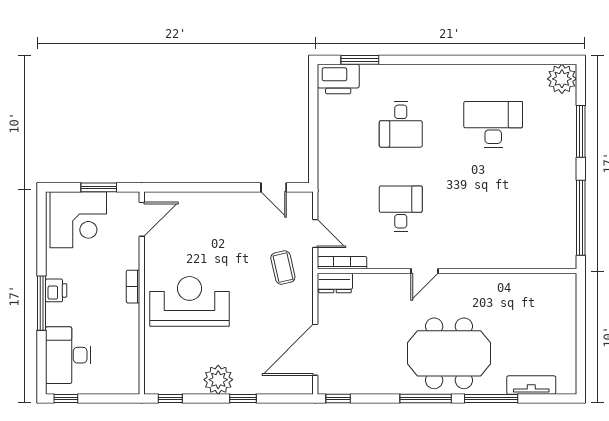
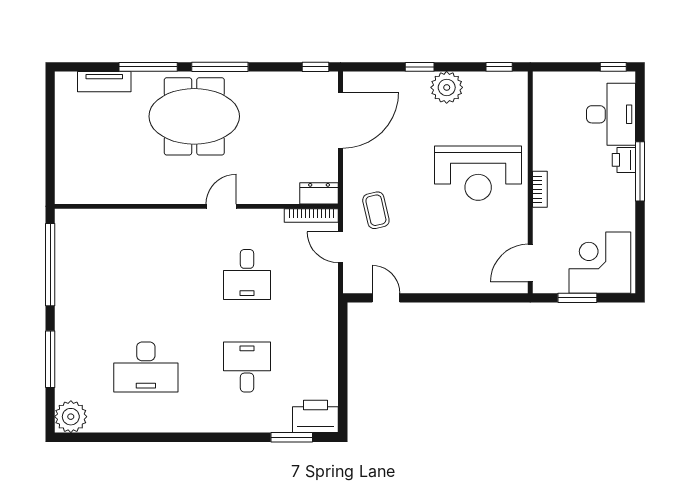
printer: (56, 290) -> (624, 160), moved

